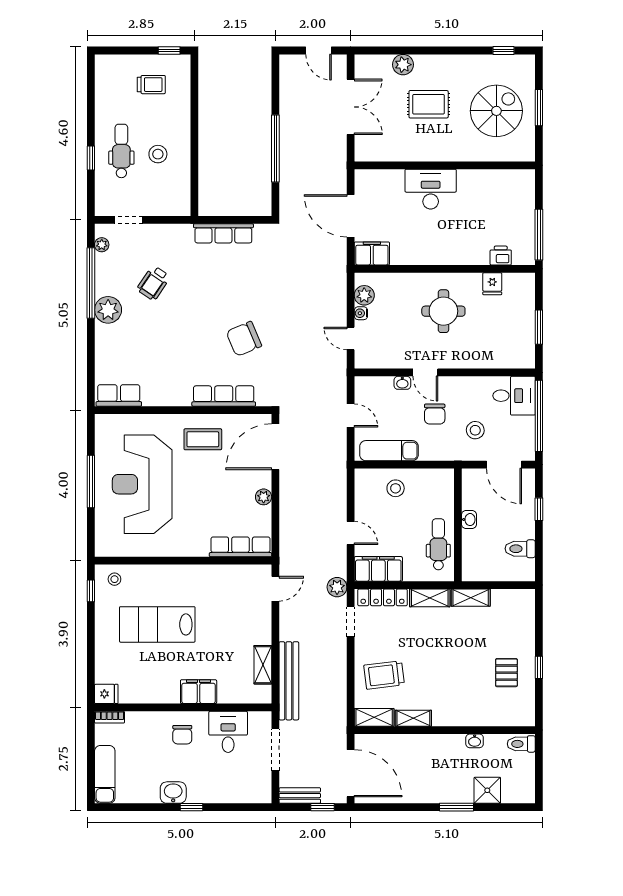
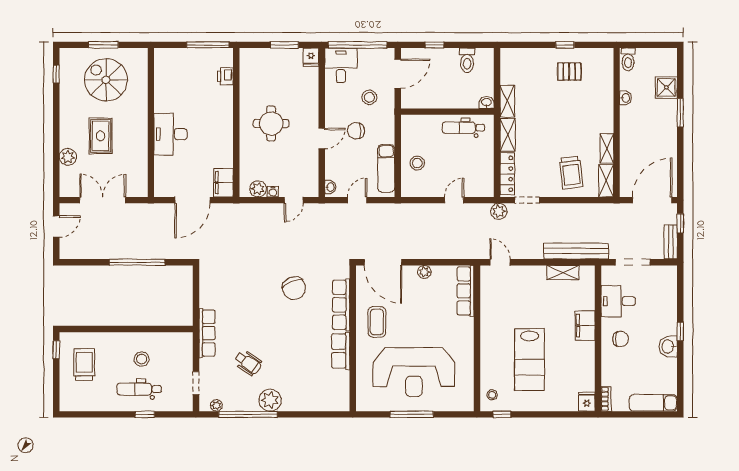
trolley: (151, 85) -> (84, 365), width x1.36, depth x1.39
row of seats: (223, 233) -> (207, 333), moved
fridge: (492, 284) -> (311, 57), moved, turned 90
washbasin: (402, 383) -> (330, 187), moved
row of seats: (119, 395) -> (341, 351), moved
chair: (435, 414) -> (356, 131), turned 180
washbasin: (469, 520) -> (486, 102), moved
filing cabinet: (378, 569) -> (484, 177), removed

